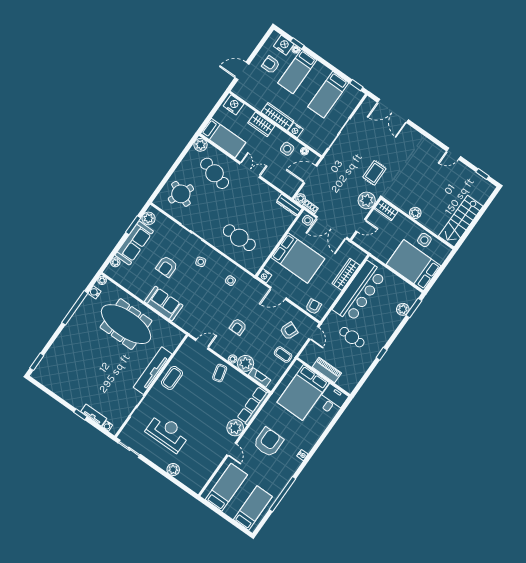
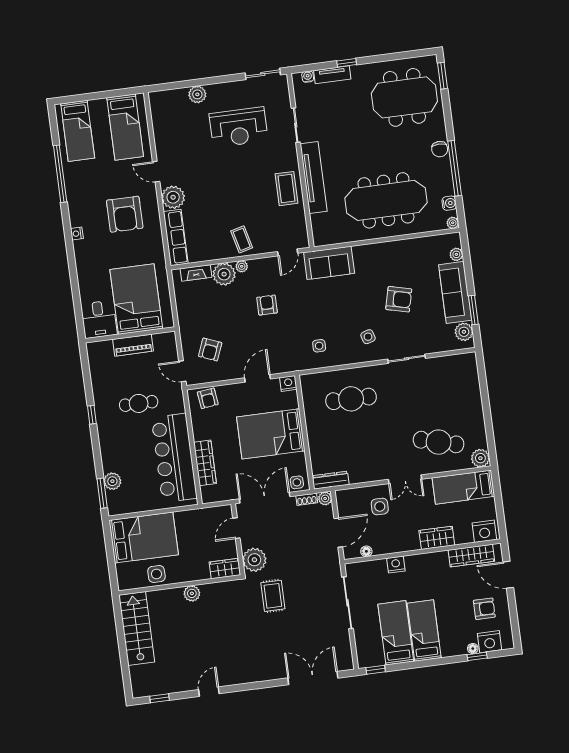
door: (242, 71) -> (508, 575), swing flipped
bed: (297, 72) -> (424, 631), moved
wardrobe: (277, 117) -> (471, 556), moved
side table: (287, 149) -> (380, 506), moved
round table: (181, 194) -> (454, 388), removed
armchair: (167, 267) -> (399, 299), turned 104
sofa: (164, 304) -> (329, 263), moved
chair: (73, 325) -> (440, 149), added
coffee table: (283, 355) -> (193, 319), removed
meeting table: (67, 369) -> (404, 97), added

